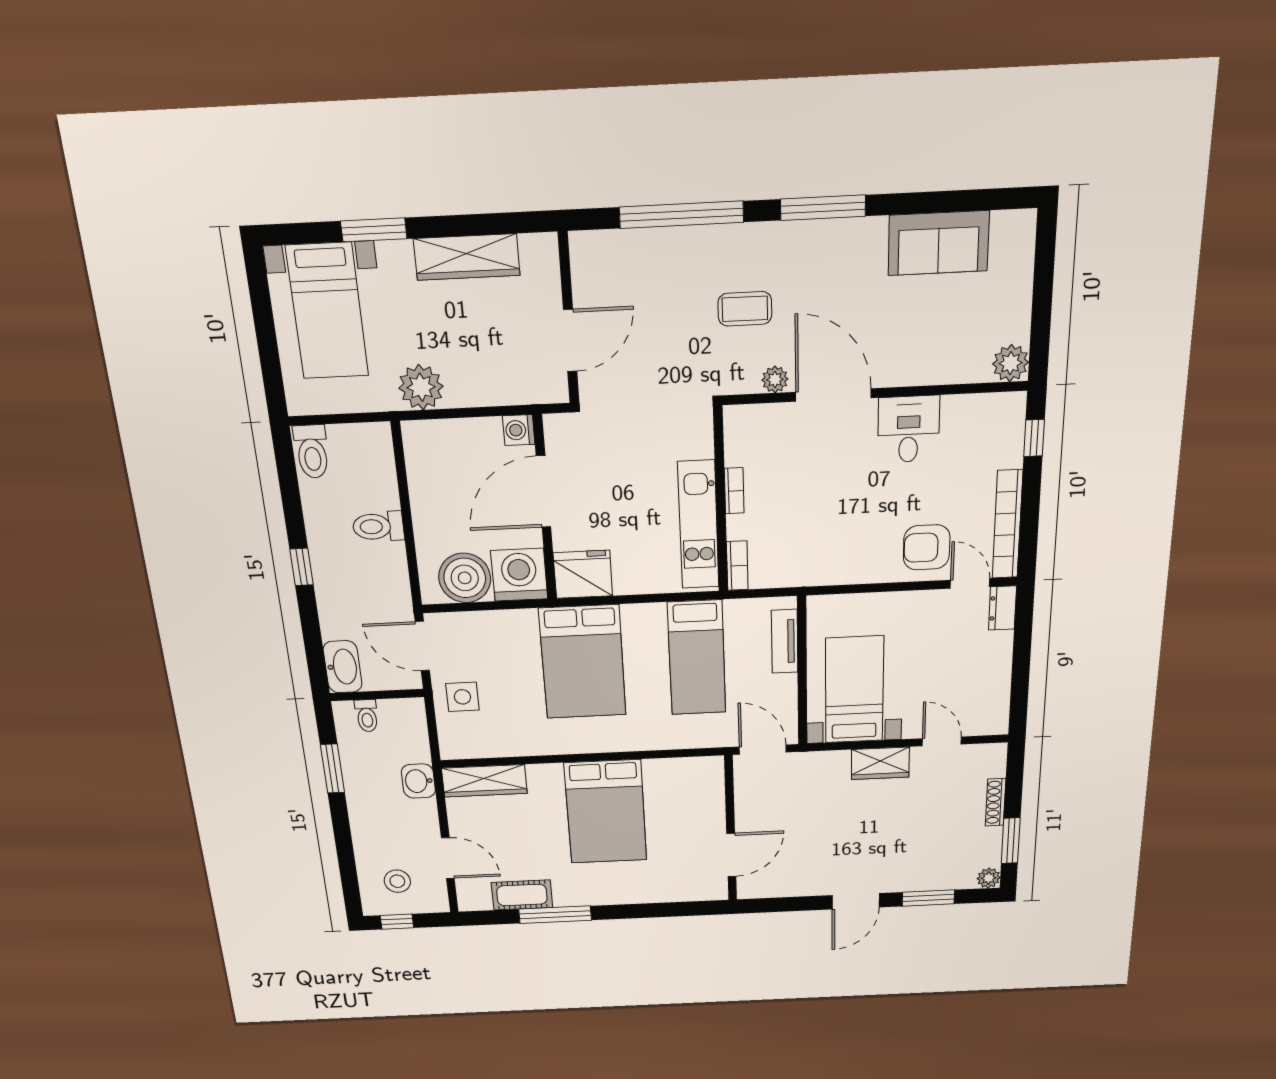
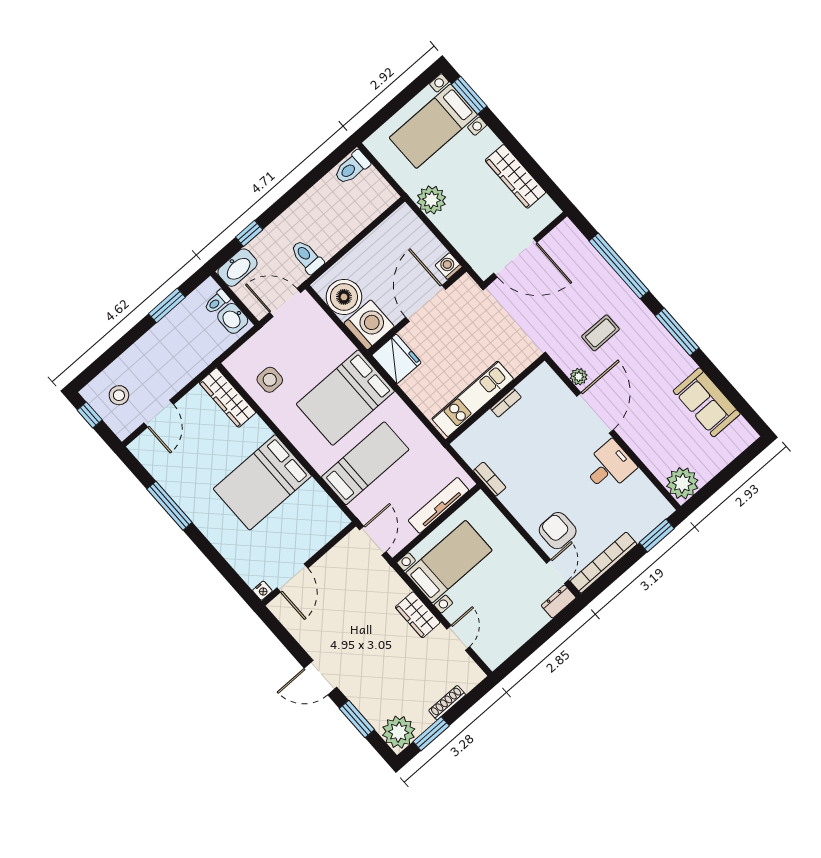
window: (374, 230) -> (469, 95), moved
coffee table: (745, 309) -> (600, 333), turned 90
door: (570, 341) -> (515, 258), width x1.36
plant: (1011, 363) -> (682, 483), width x1.36, depth x1.36
window: (1034, 438) -> (657, 535), width x1.50
door: (543, 492) -> (426, 303), hinge flipped
toilet: (378, 526) -> (307, 257), moved
bookcase: (737, 566) -> (490, 479), moved, turned -90
window: (302, 567) -> (249, 233), moved
tv unit: (785, 641) -> (439, 505), width x1.41
door: (422, 646) -> (285, 303), hinge flipped
bed: (697, 658) -> (365, 463), moved, turned 180
side table: (462, 697) -> (270, 380), moved
washbasin: (418, 781) -> (233, 318), moved, turned -90
door: (731, 855) -> (292, 578), hinge flipped
plant: (989, 878) -> (399, 732), width x1.88, depth x1.88
nightstand: (719, 892) -> (262, 591), added
cot: (522, 895) -> (168, 476), removed

